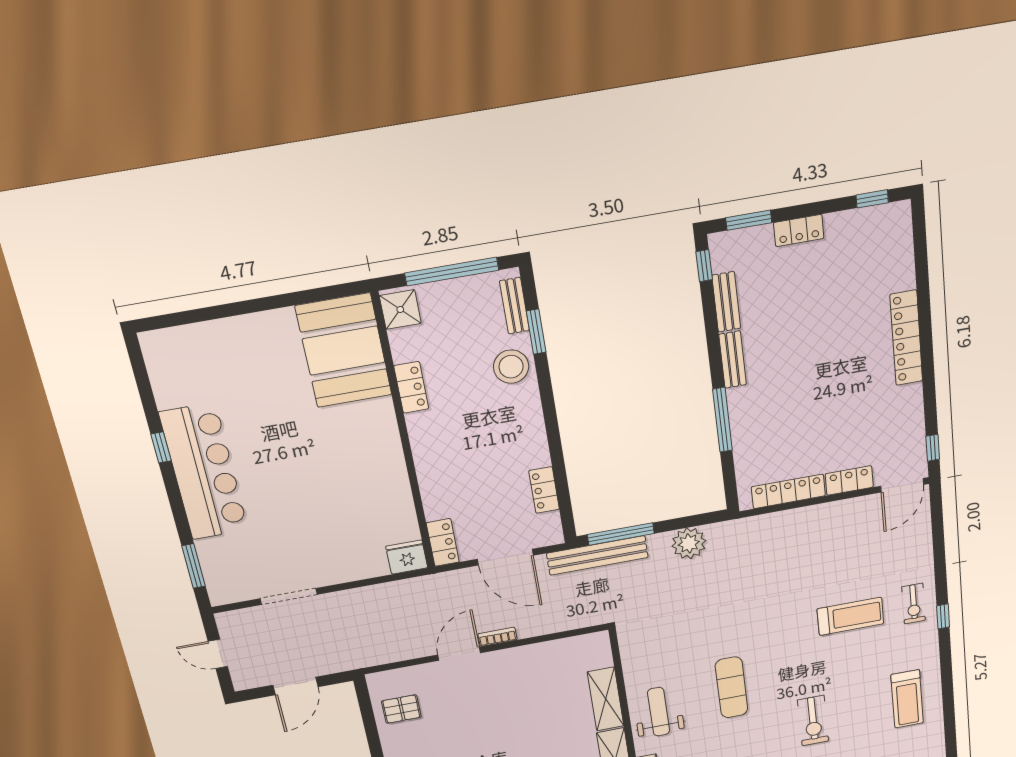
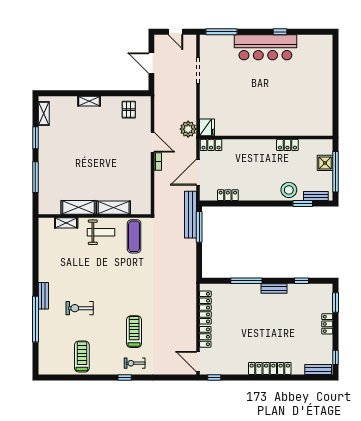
window: (704, 266) -> (301, 281), moved
bench: (726, 302) -> (318, 370), moved
shower: (400, 310) -> (325, 163), moved
booth: (344, 351) -> (309, 119), removed
plant: (689, 543) -> (188, 129), moved
window: (194, 566) -> (222, 32), width x1.44
treadmill: (850, 616) -> (134, 332), turned 180
door: (218, 654) -> (175, 32), swing flipped
exercise mat: (731, 687) -> (134, 236), moved, turned 90
treadmill: (907, 699) -> (82, 357), turned 90

